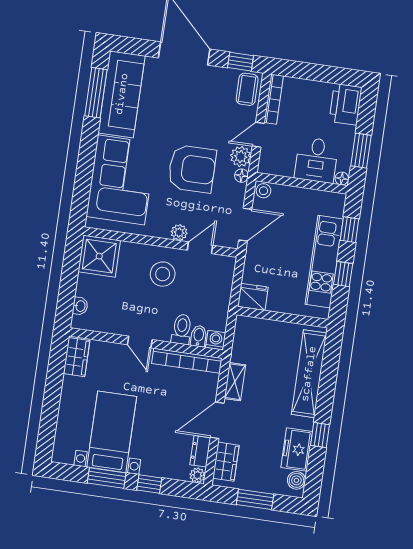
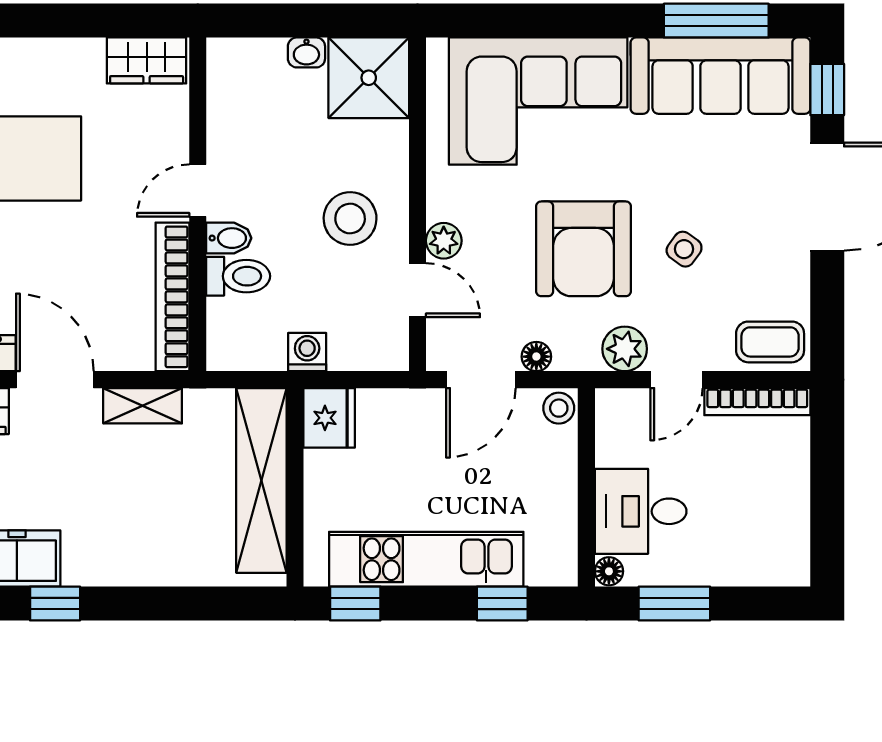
window: (241, 62) -> (827, 90), moved
printer: (346, 104) -> (768, 557), removed
side table: (199, 123) -> (684, 249), added
door: (258, 135) -> (676, 380), swing flipped
floor lamp: (242, 176) -> (536, 357), moved
door: (245, 225) -> (481, 380), hinge flipped
window: (343, 274) -> (355, 604), moved
washbasin: (80, 306) -> (306, 52), moved
bidet: (199, 336) -> (229, 238), moved
washing machine: (216, 340) -> (307, 352), moved, turned -90
shelving: (309, 374) -> (261, 480), moved, turned 90

